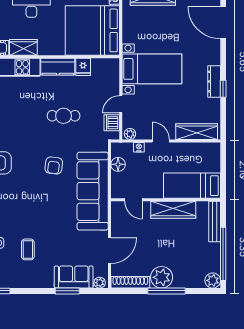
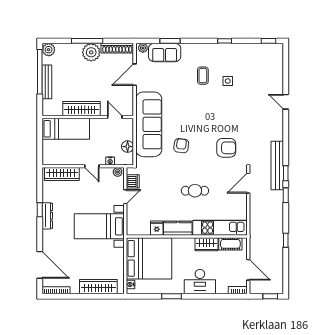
cafe table: (64, 116) -> (195, 191), moved
bench: (215, 221) -> (47, 82), moved

